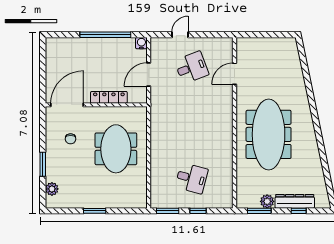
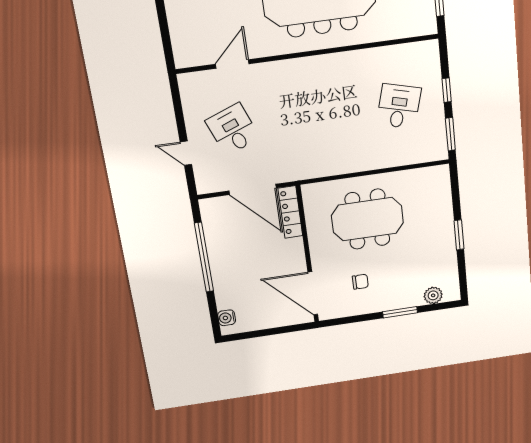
water cooler: (141, 43) -> (227, 318), moved
door: (149, 74) -> (253, 189), width x1.36
door: (234, 74) -> (232, 64), swing flipped
locker: (109, 97) -> (290, 212), moved

